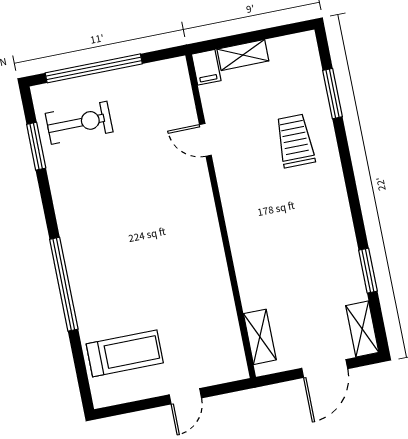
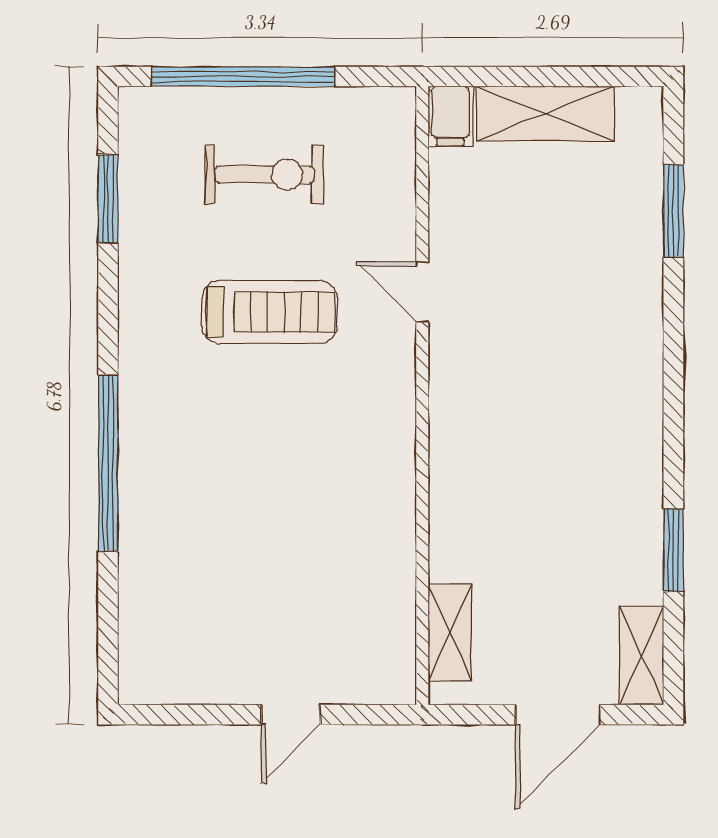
shelving: (243, 55) -> (545, 114), width x1.50, depth x1.33
exercise bike: (79, 123) -> (265, 174), moved
door: (205, 140) -> (422, 292), moved
trolley: (295, 141) -> (587, 284), removed
treadmill: (125, 353) -> (270, 312), moved

